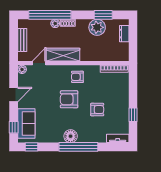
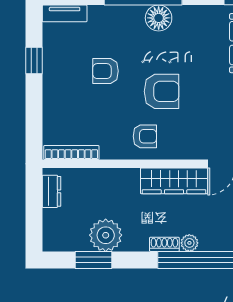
dresser: (124, 34) -> (52, 191), moved

